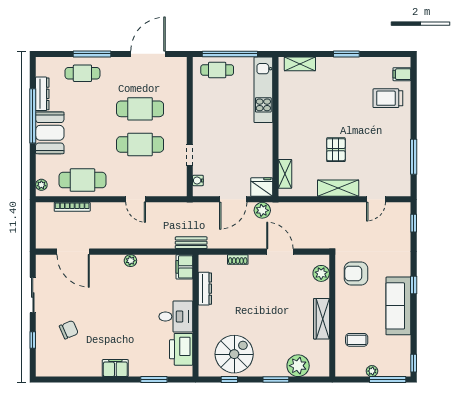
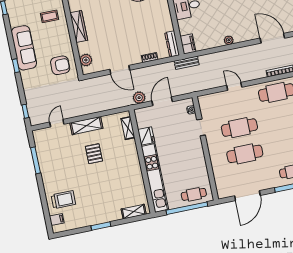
kitchen unit: (263, 90) -> (155, 178), width x1.36
fridge: (262, 187) -> (146, 136), moved, turned -90
dresser: (205, 289) -> (172, 44), moved

